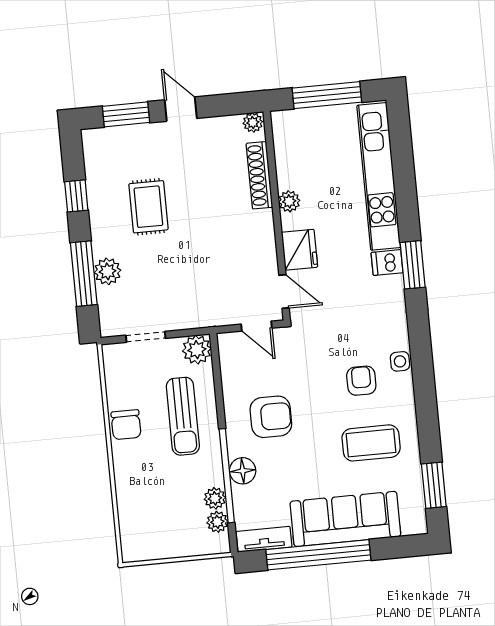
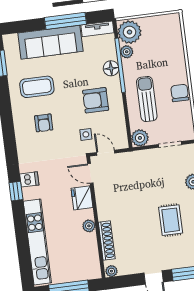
dishwasher: (387, 263) -> (29, 179), moved
window: (413, 265) -> (16, 191), width x0.67
side table: (400, 361) -> (86, 134), moved
plant: (217, 522) -> (130, 32), width x1.87, depth x1.87
window: (318, 555) -> (65, 21), width x0.68

